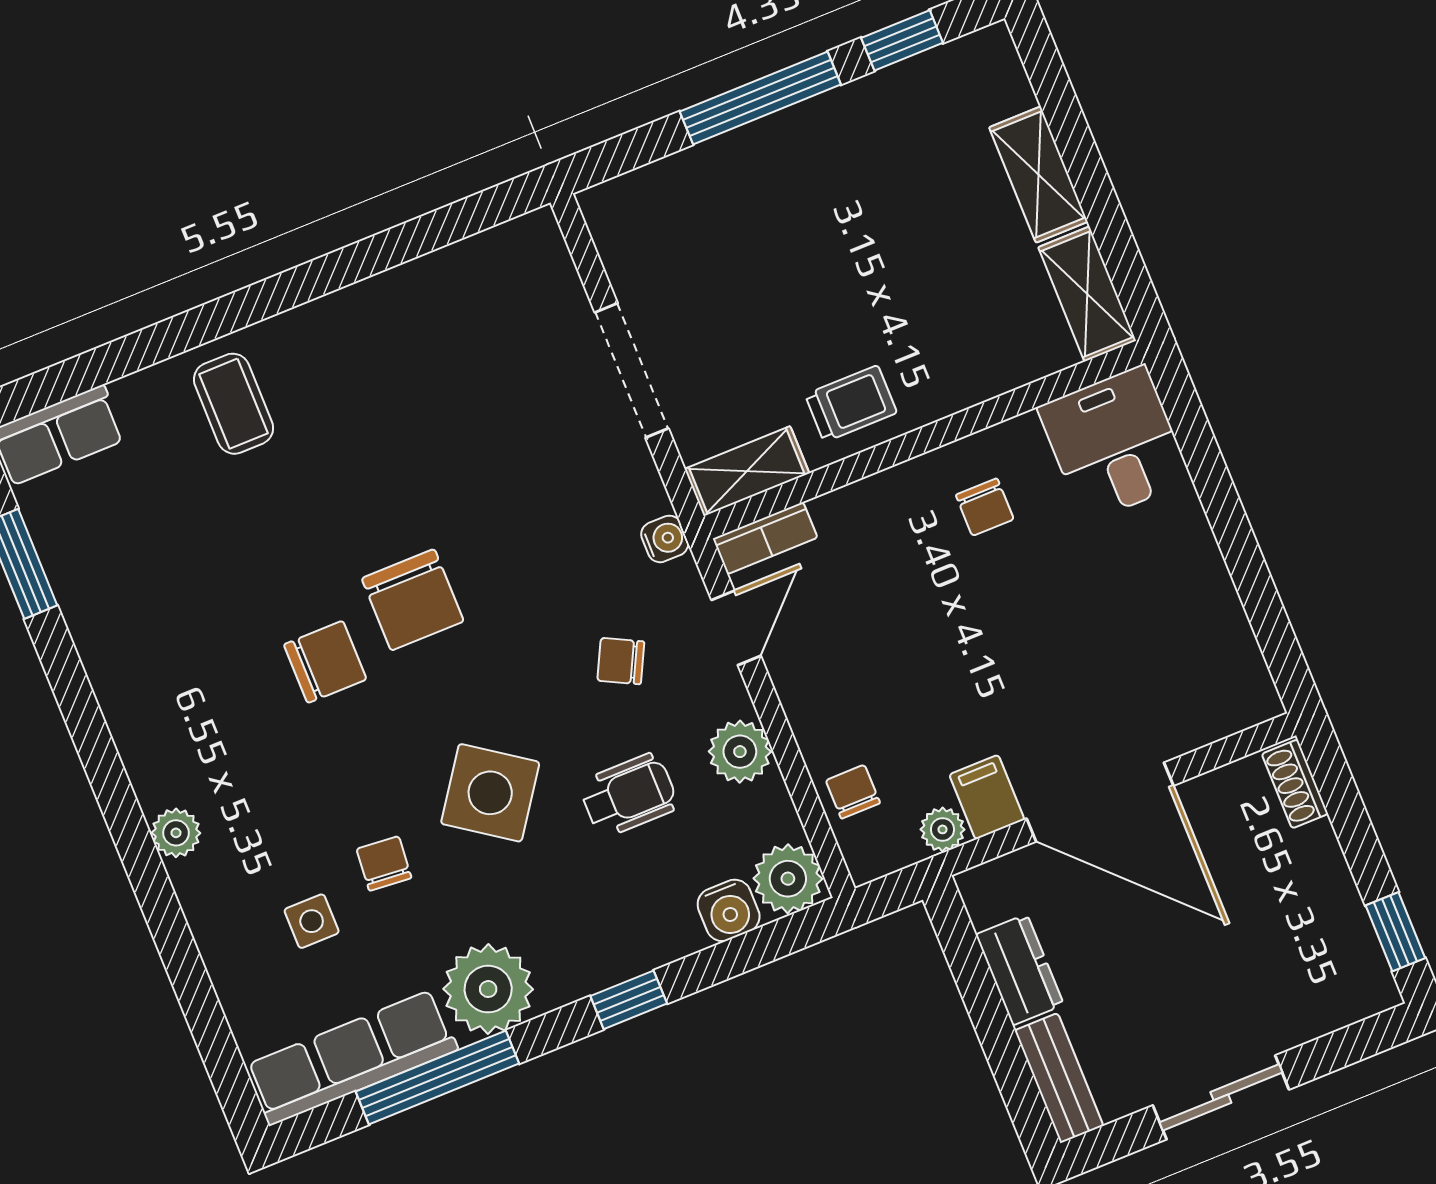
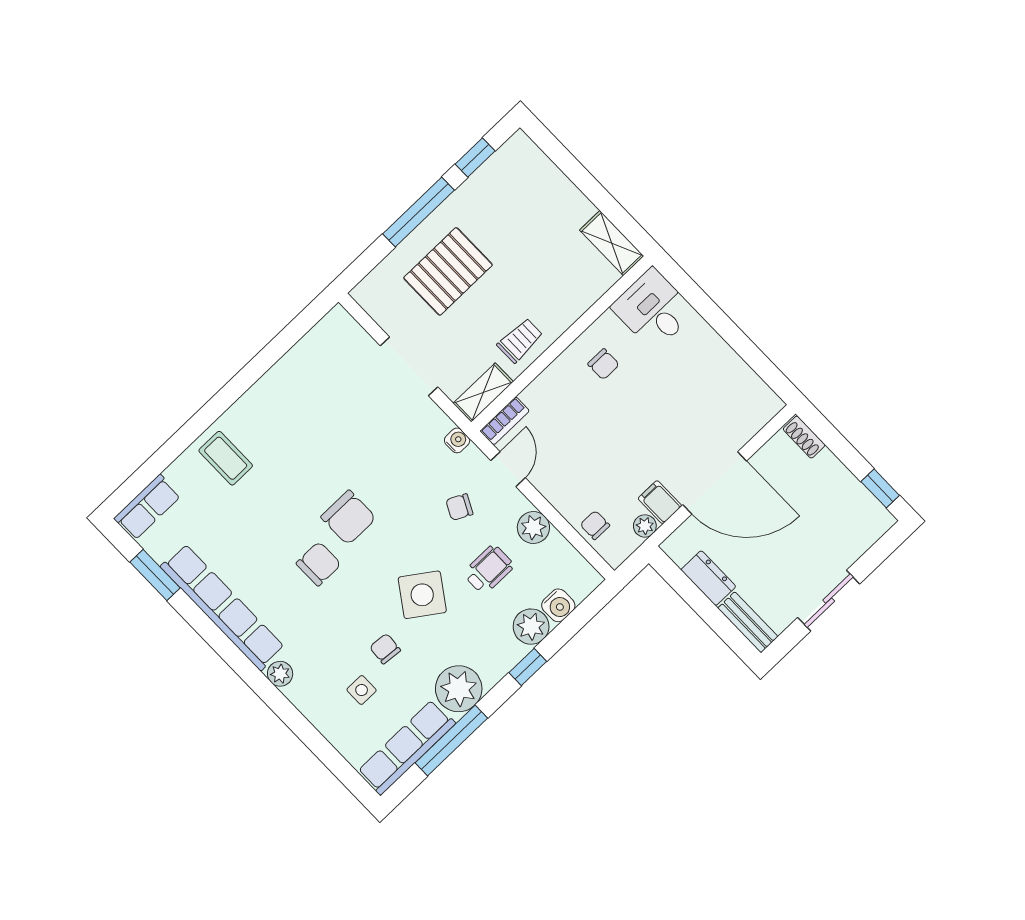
shelving: (1038, 175) -> (566, 195), removed
pallet: (771, 227) -> (448, 271), added
row of seats: (120, 671) -> (223, 607), added
plant: (788, 879) -> (531, 627), moved

